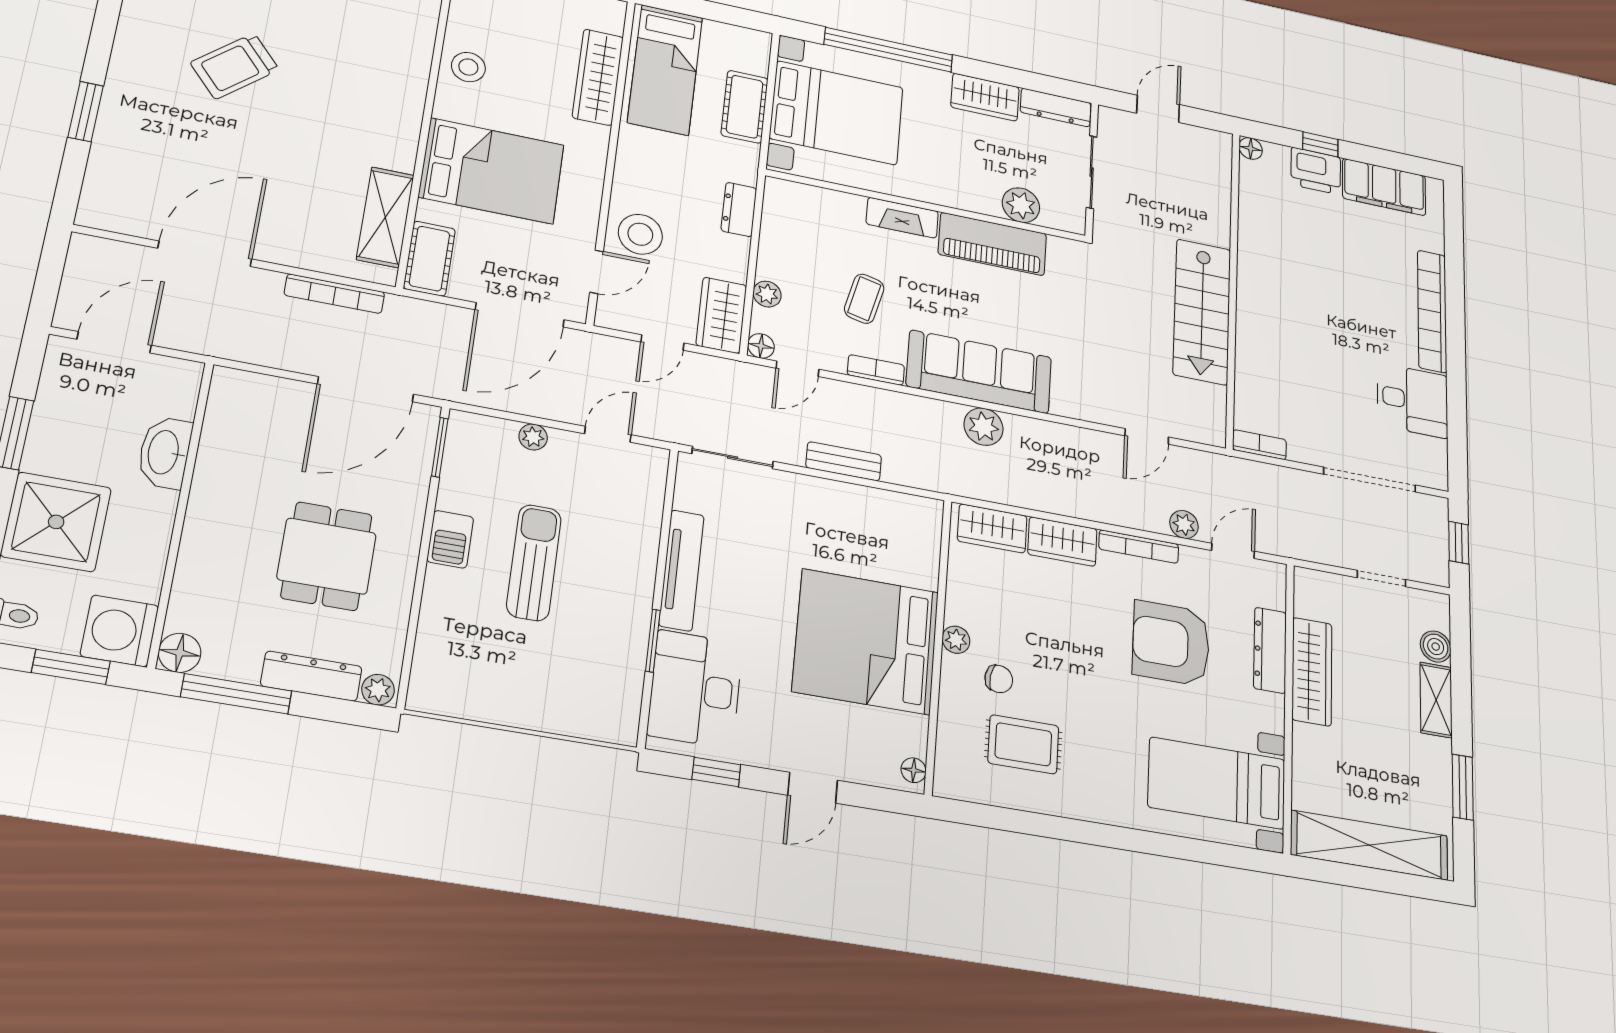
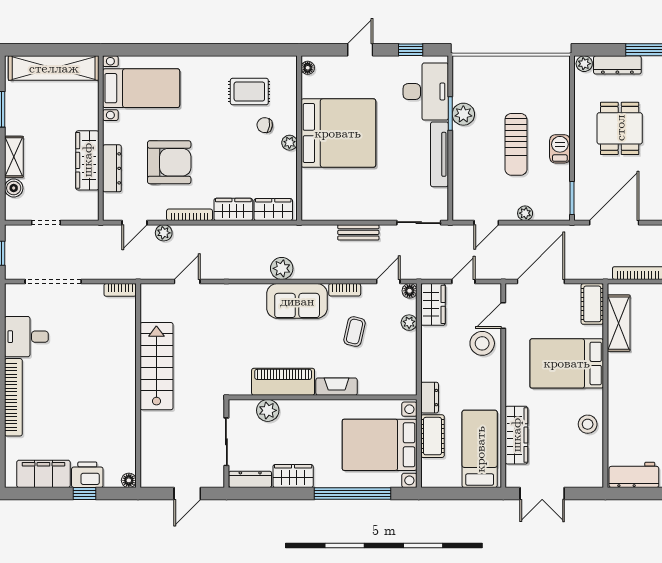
dresser: (739, 210) -> (430, 398), moved
sofa: (979, 372) -> (297, 301), width x0.73
plant: (628, 635) -> (463, 114), added

